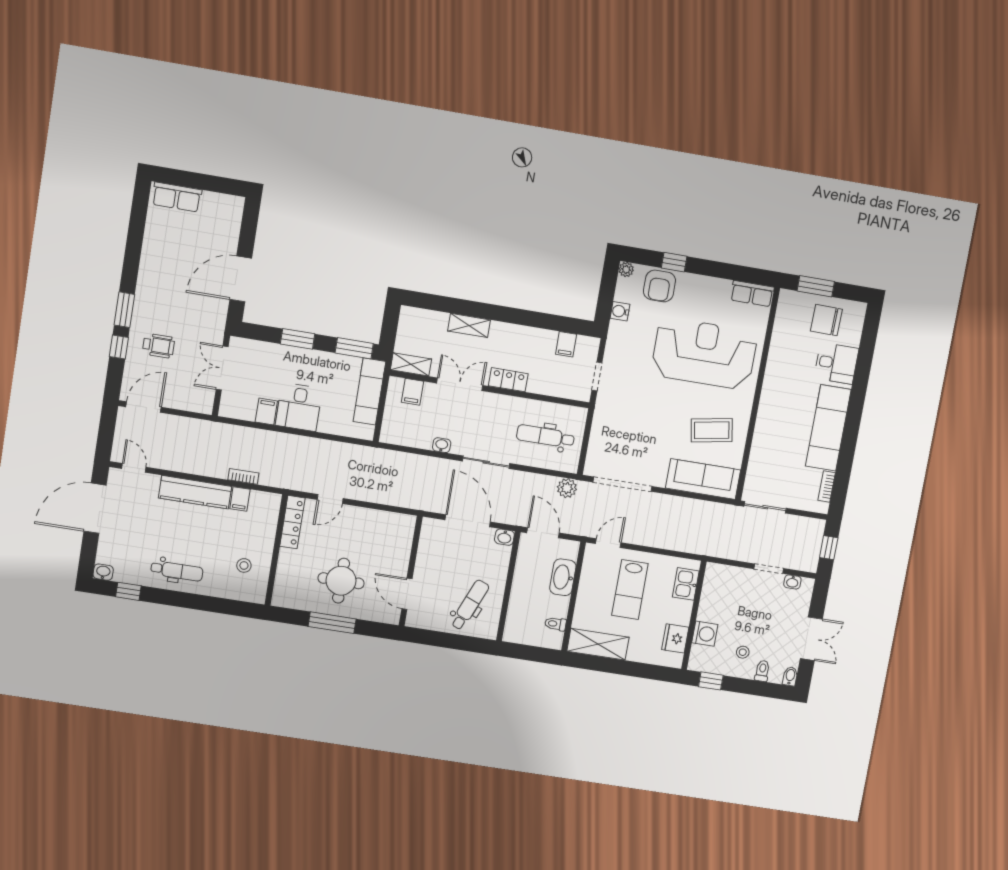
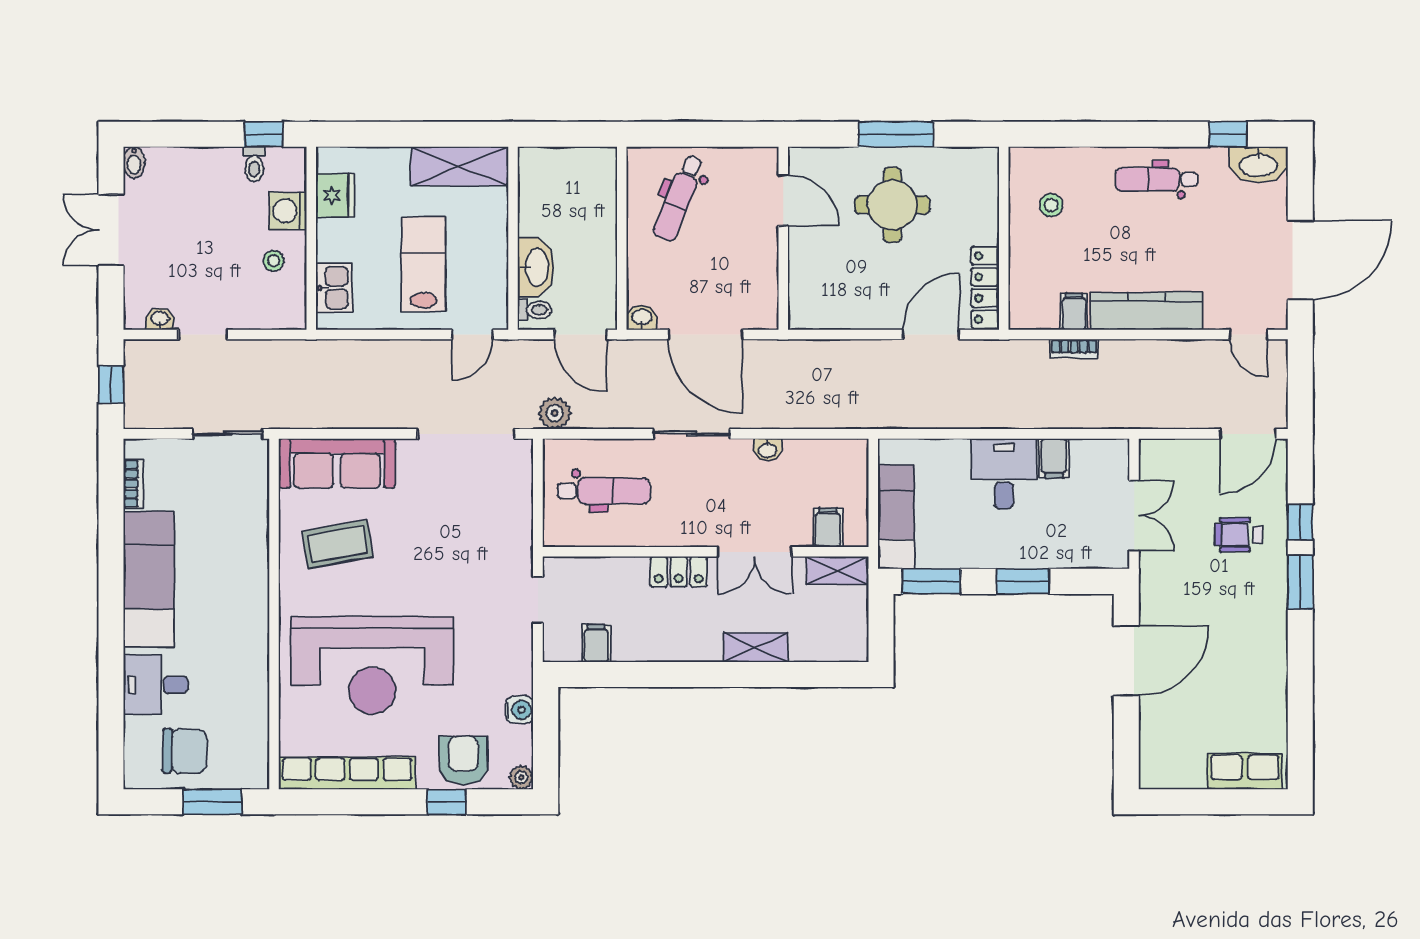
row of seats: (752, 294) -> (347, 773), width x2.02
door: (330, 499) -> (931, 334), width x1.38
washbasin: (103, 572) -> (1258, 165), width x1.91, depth x1.45
toilet: (555, 624) -> (535, 310), moved
stool: (743, 652) -> (274, 261), moved
toilet: (762, 671) -> (254, 164), moved

